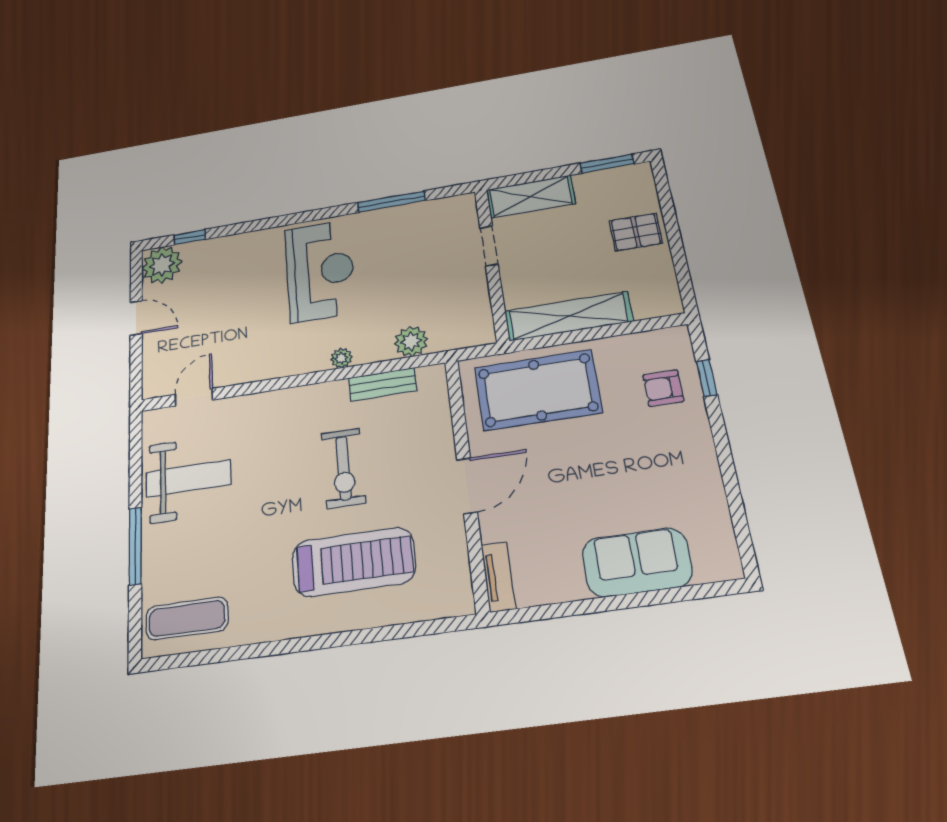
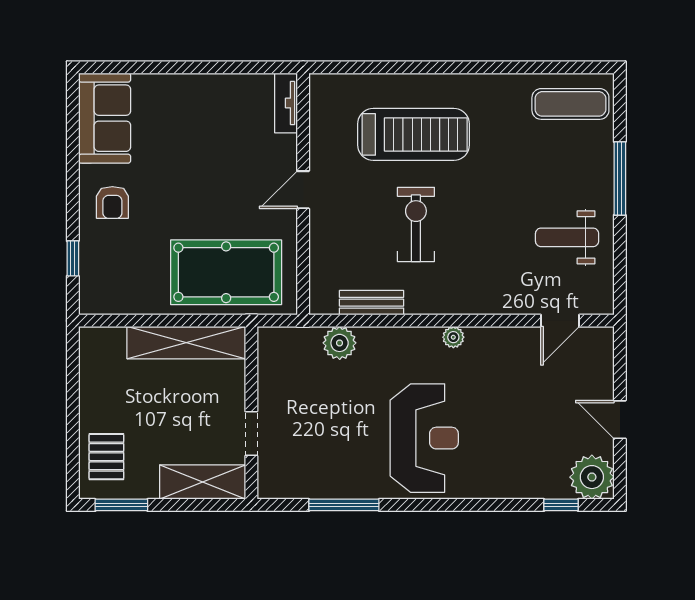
pallet: (636, 232) -> (106, 457), moved, turned 90
reception desk: (320, 271) -> (424, 438), turned 180
plant: (341, 358) -> (453, 337), moved
armchair: (663, 388) -> (112, 202), moved, turned 90
weight bench: (188, 478) -> (567, 237), width x0.73, depth x0.75
door: (467, 486) -> (303, 190), width x0.73
treadmill: (353, 562) -> (414, 134), turned 180
sofa: (637, 562) -> (105, 118), moved, turned -90

